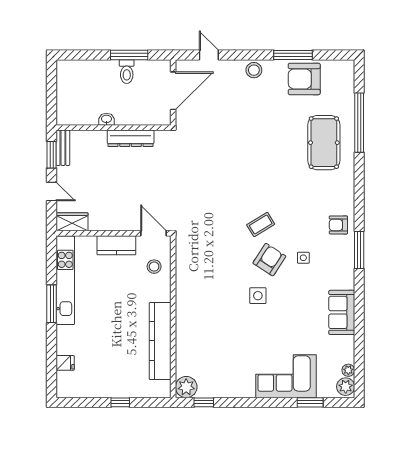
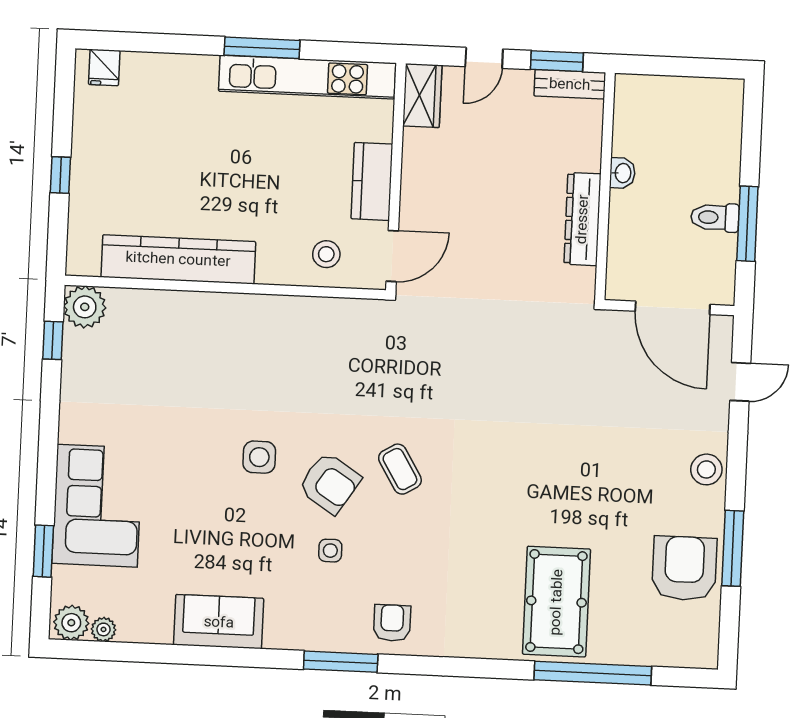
pool table: (324, 143) -> (556, 602), turned 90
fridge: (65, 363) -> (104, 67), moved

